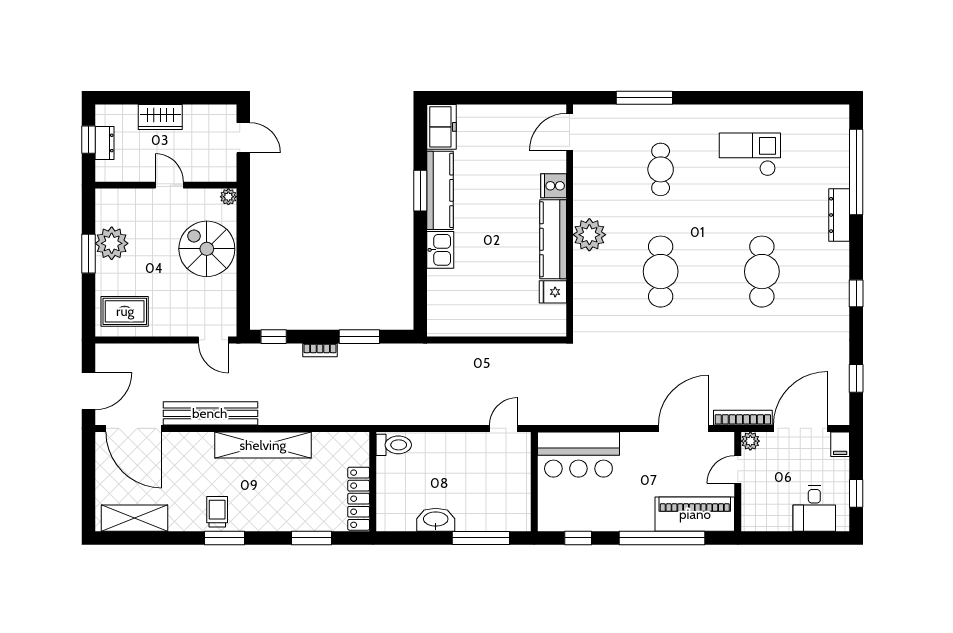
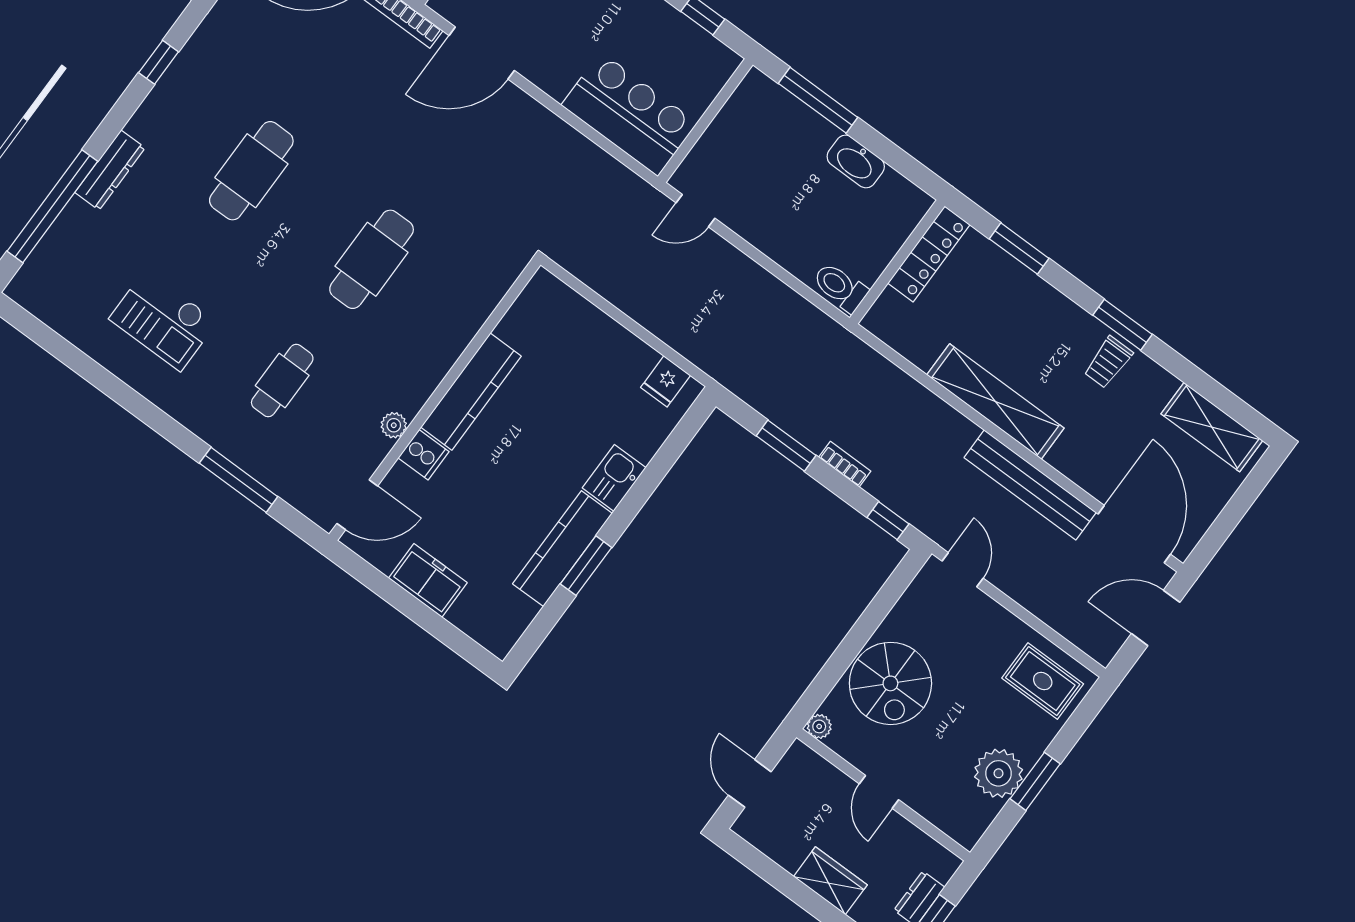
freezer: (442, 127) -> (428, 580), moved, turned 90
plant: (589, 235) -> (394, 425), moved, width x0.53, depth x0.53
fridge: (553, 292) -> (666, 381), moved, turned 90

